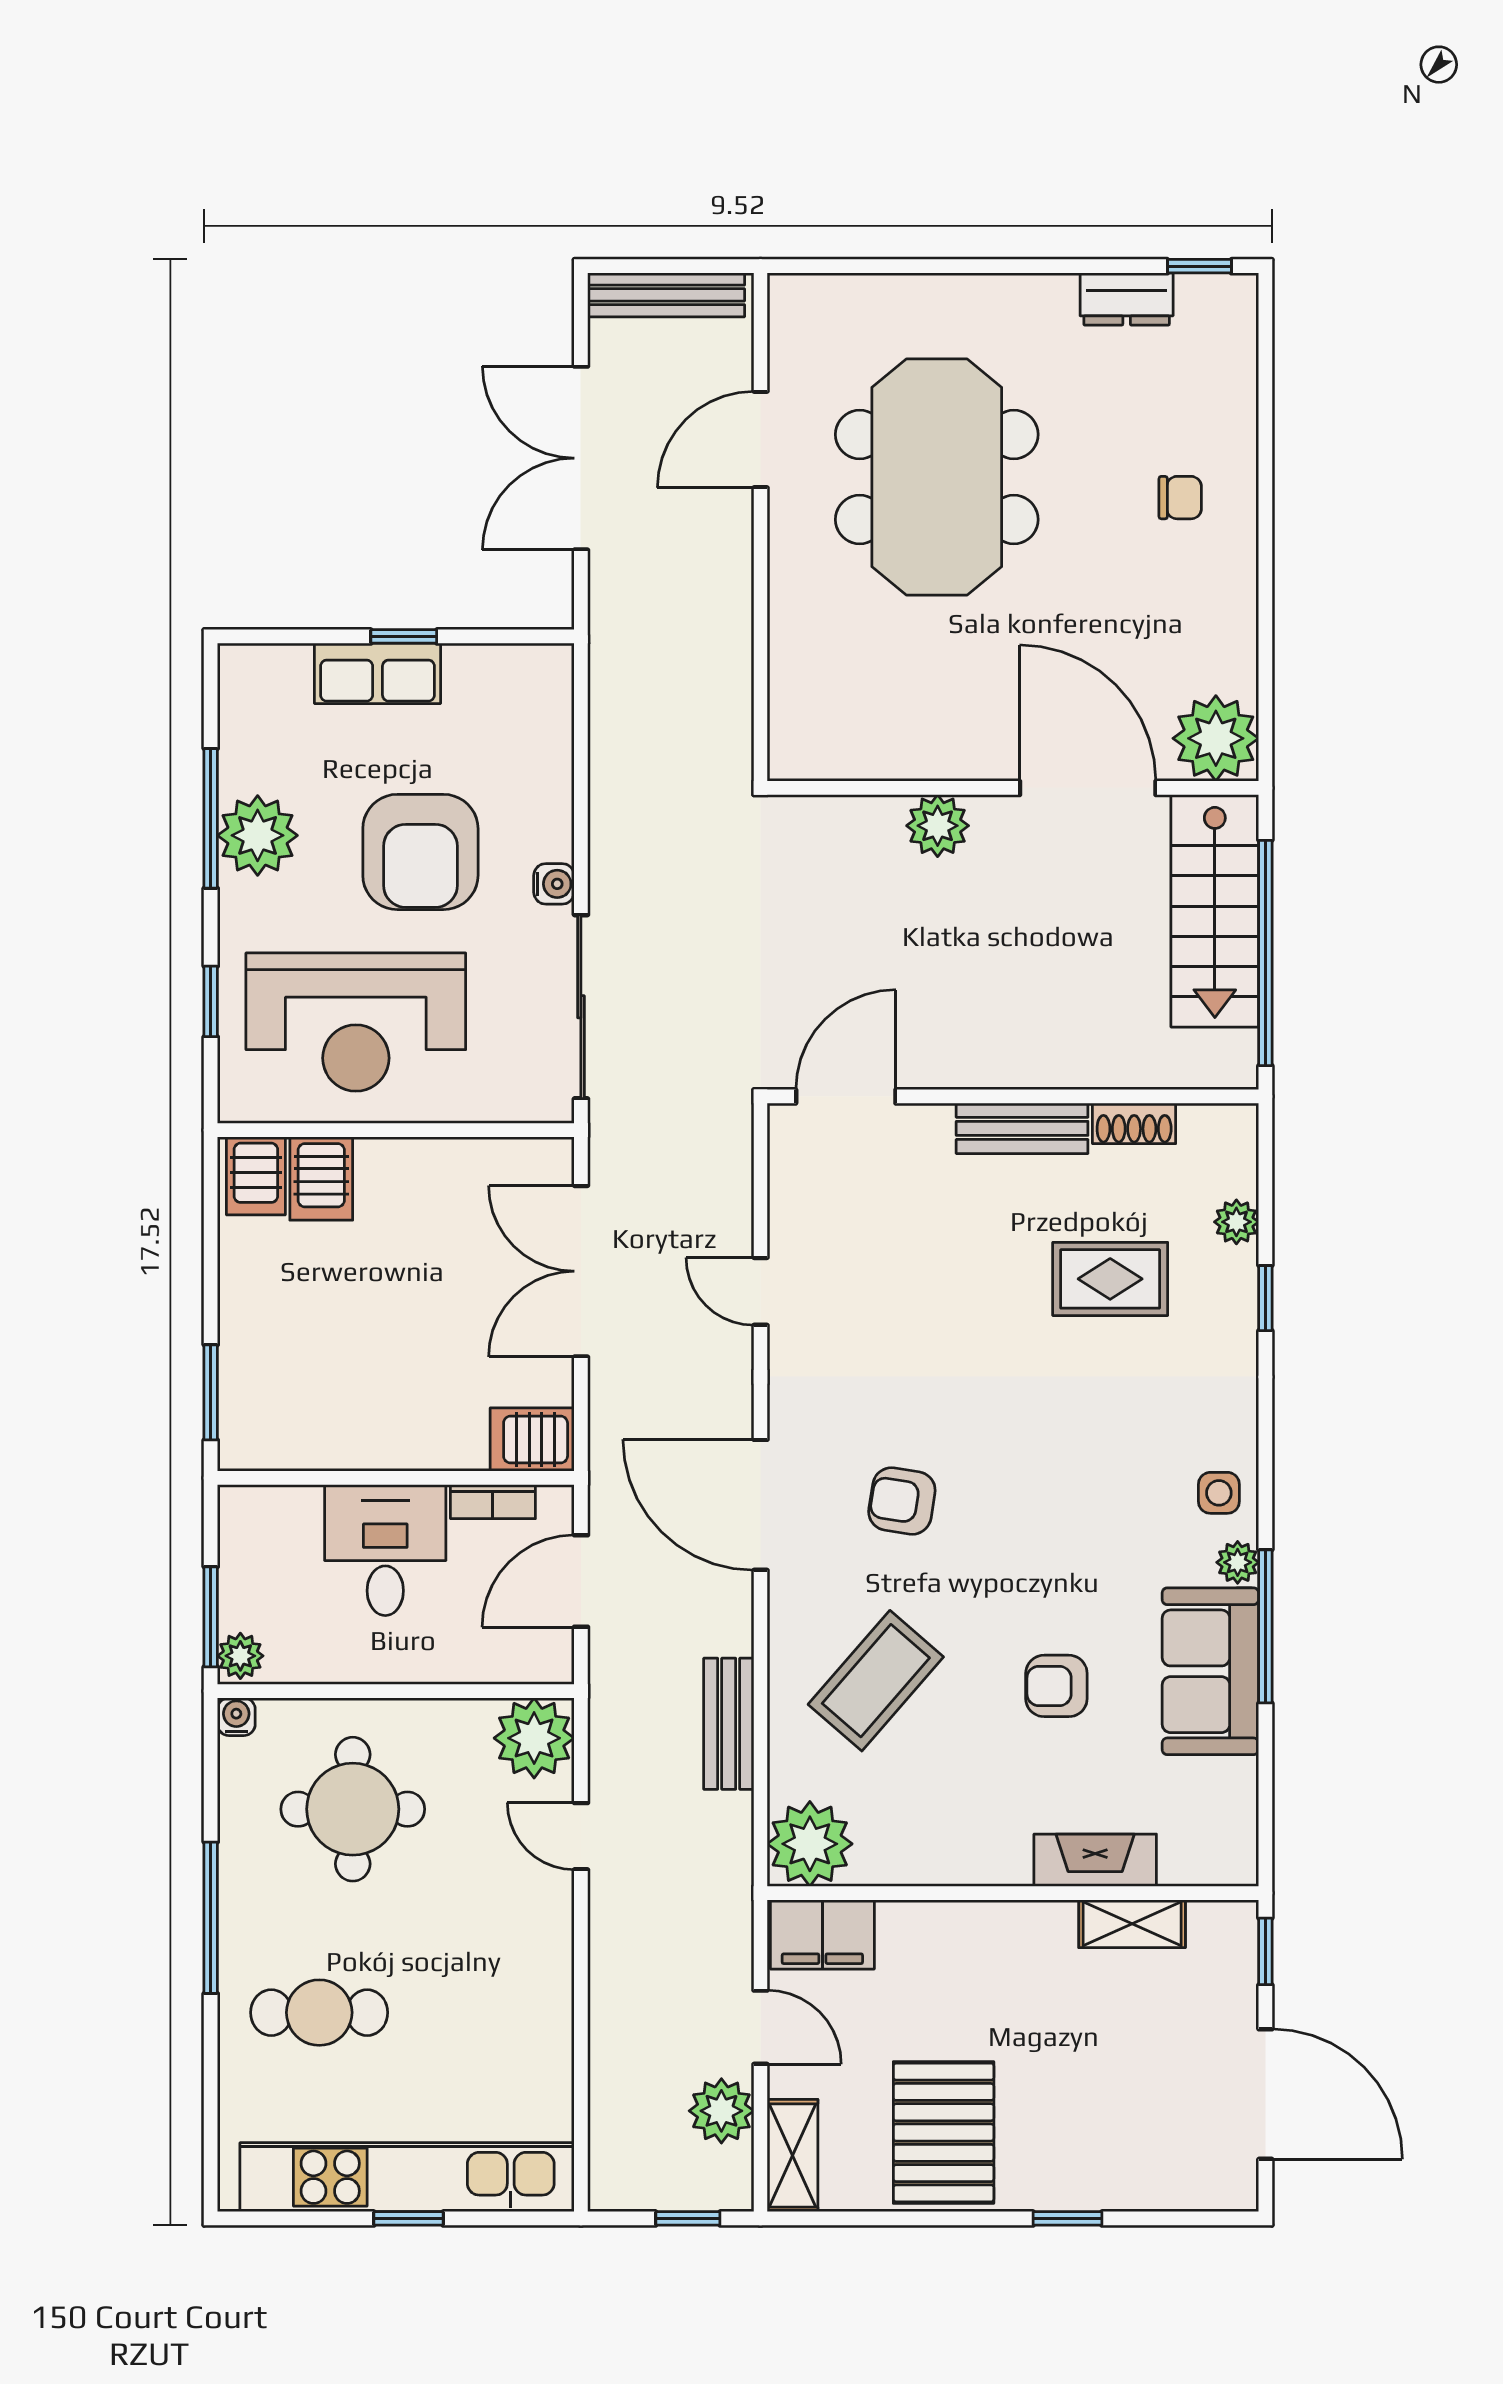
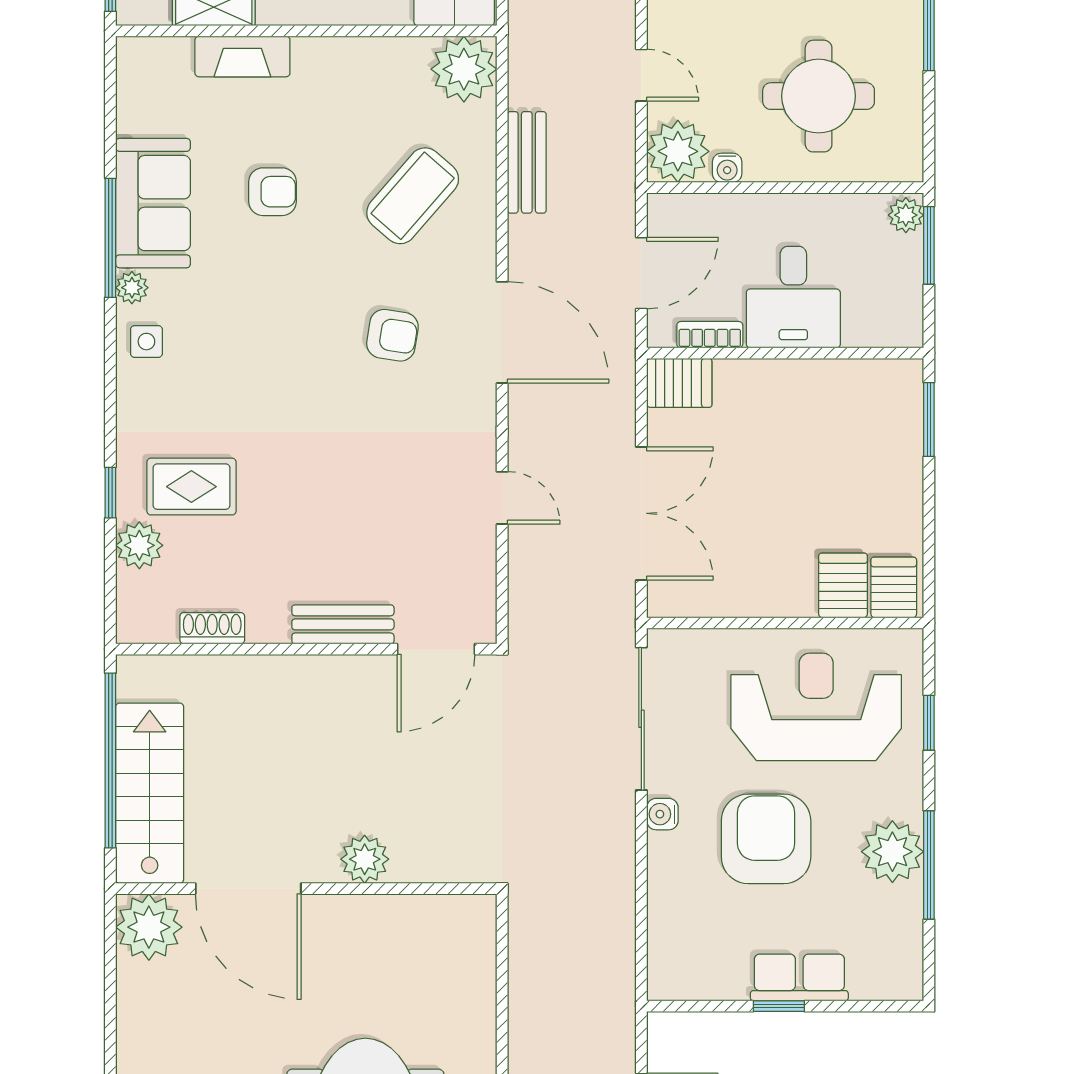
bench: (1022, 1128) -> (343, 624), moved
plant: (1236, 1222) -> (139, 545), width x1.38, depth x1.38
rug: (1110, 1279) -> (191, 487), moved
water cooler: (236, 1717) -> (727, 168), moved

